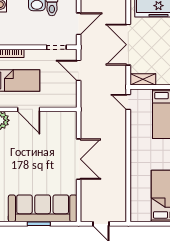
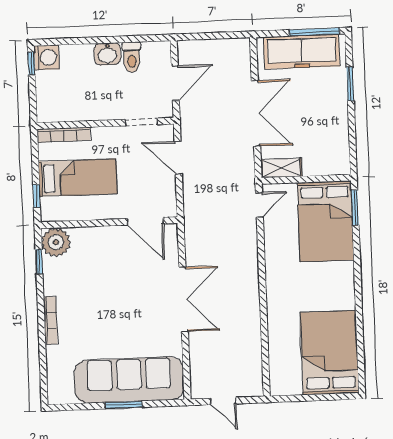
double door: (128, 45) -> (256, 113), swing flipped
door: (128, 102) -> (259, 205), swing flipped
door: (29, 109) -> (145, 221), moved

